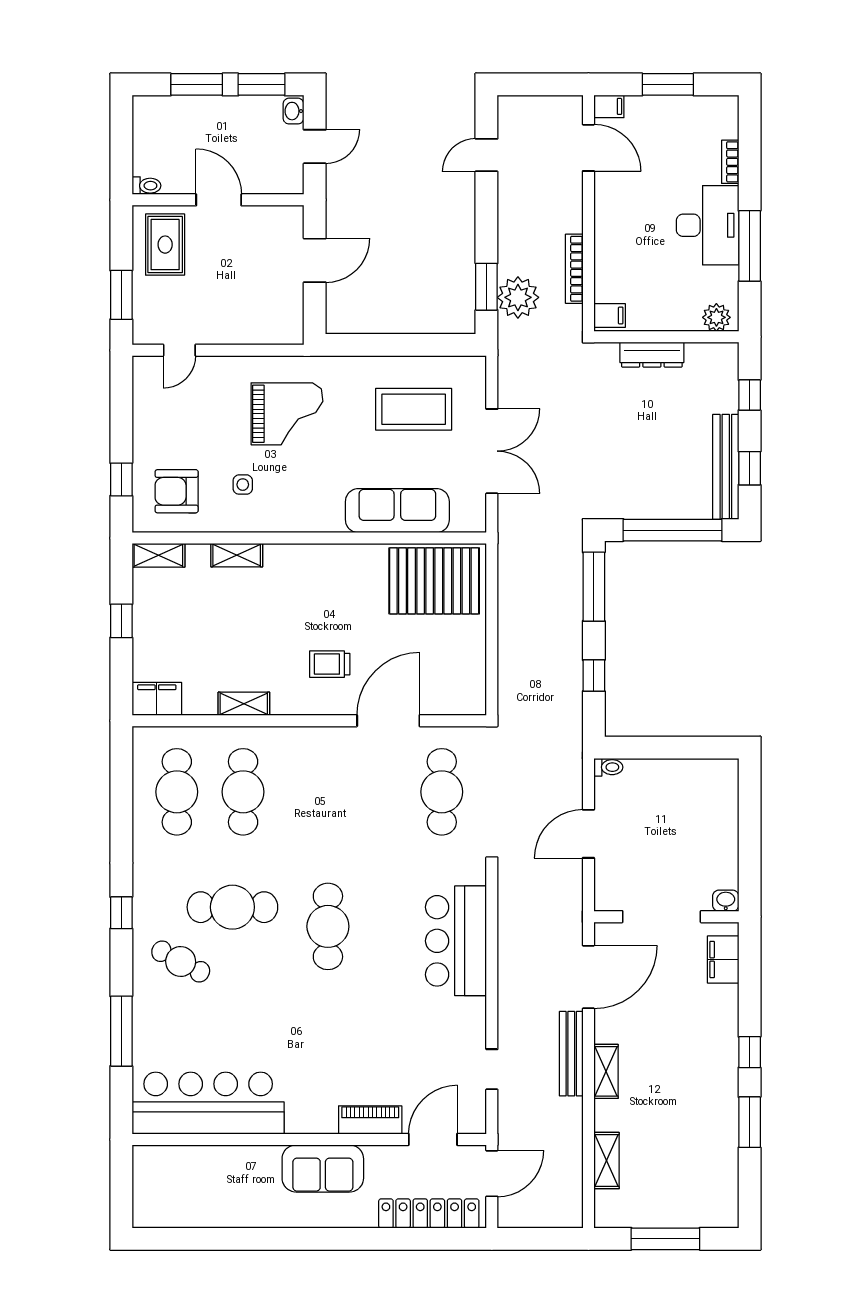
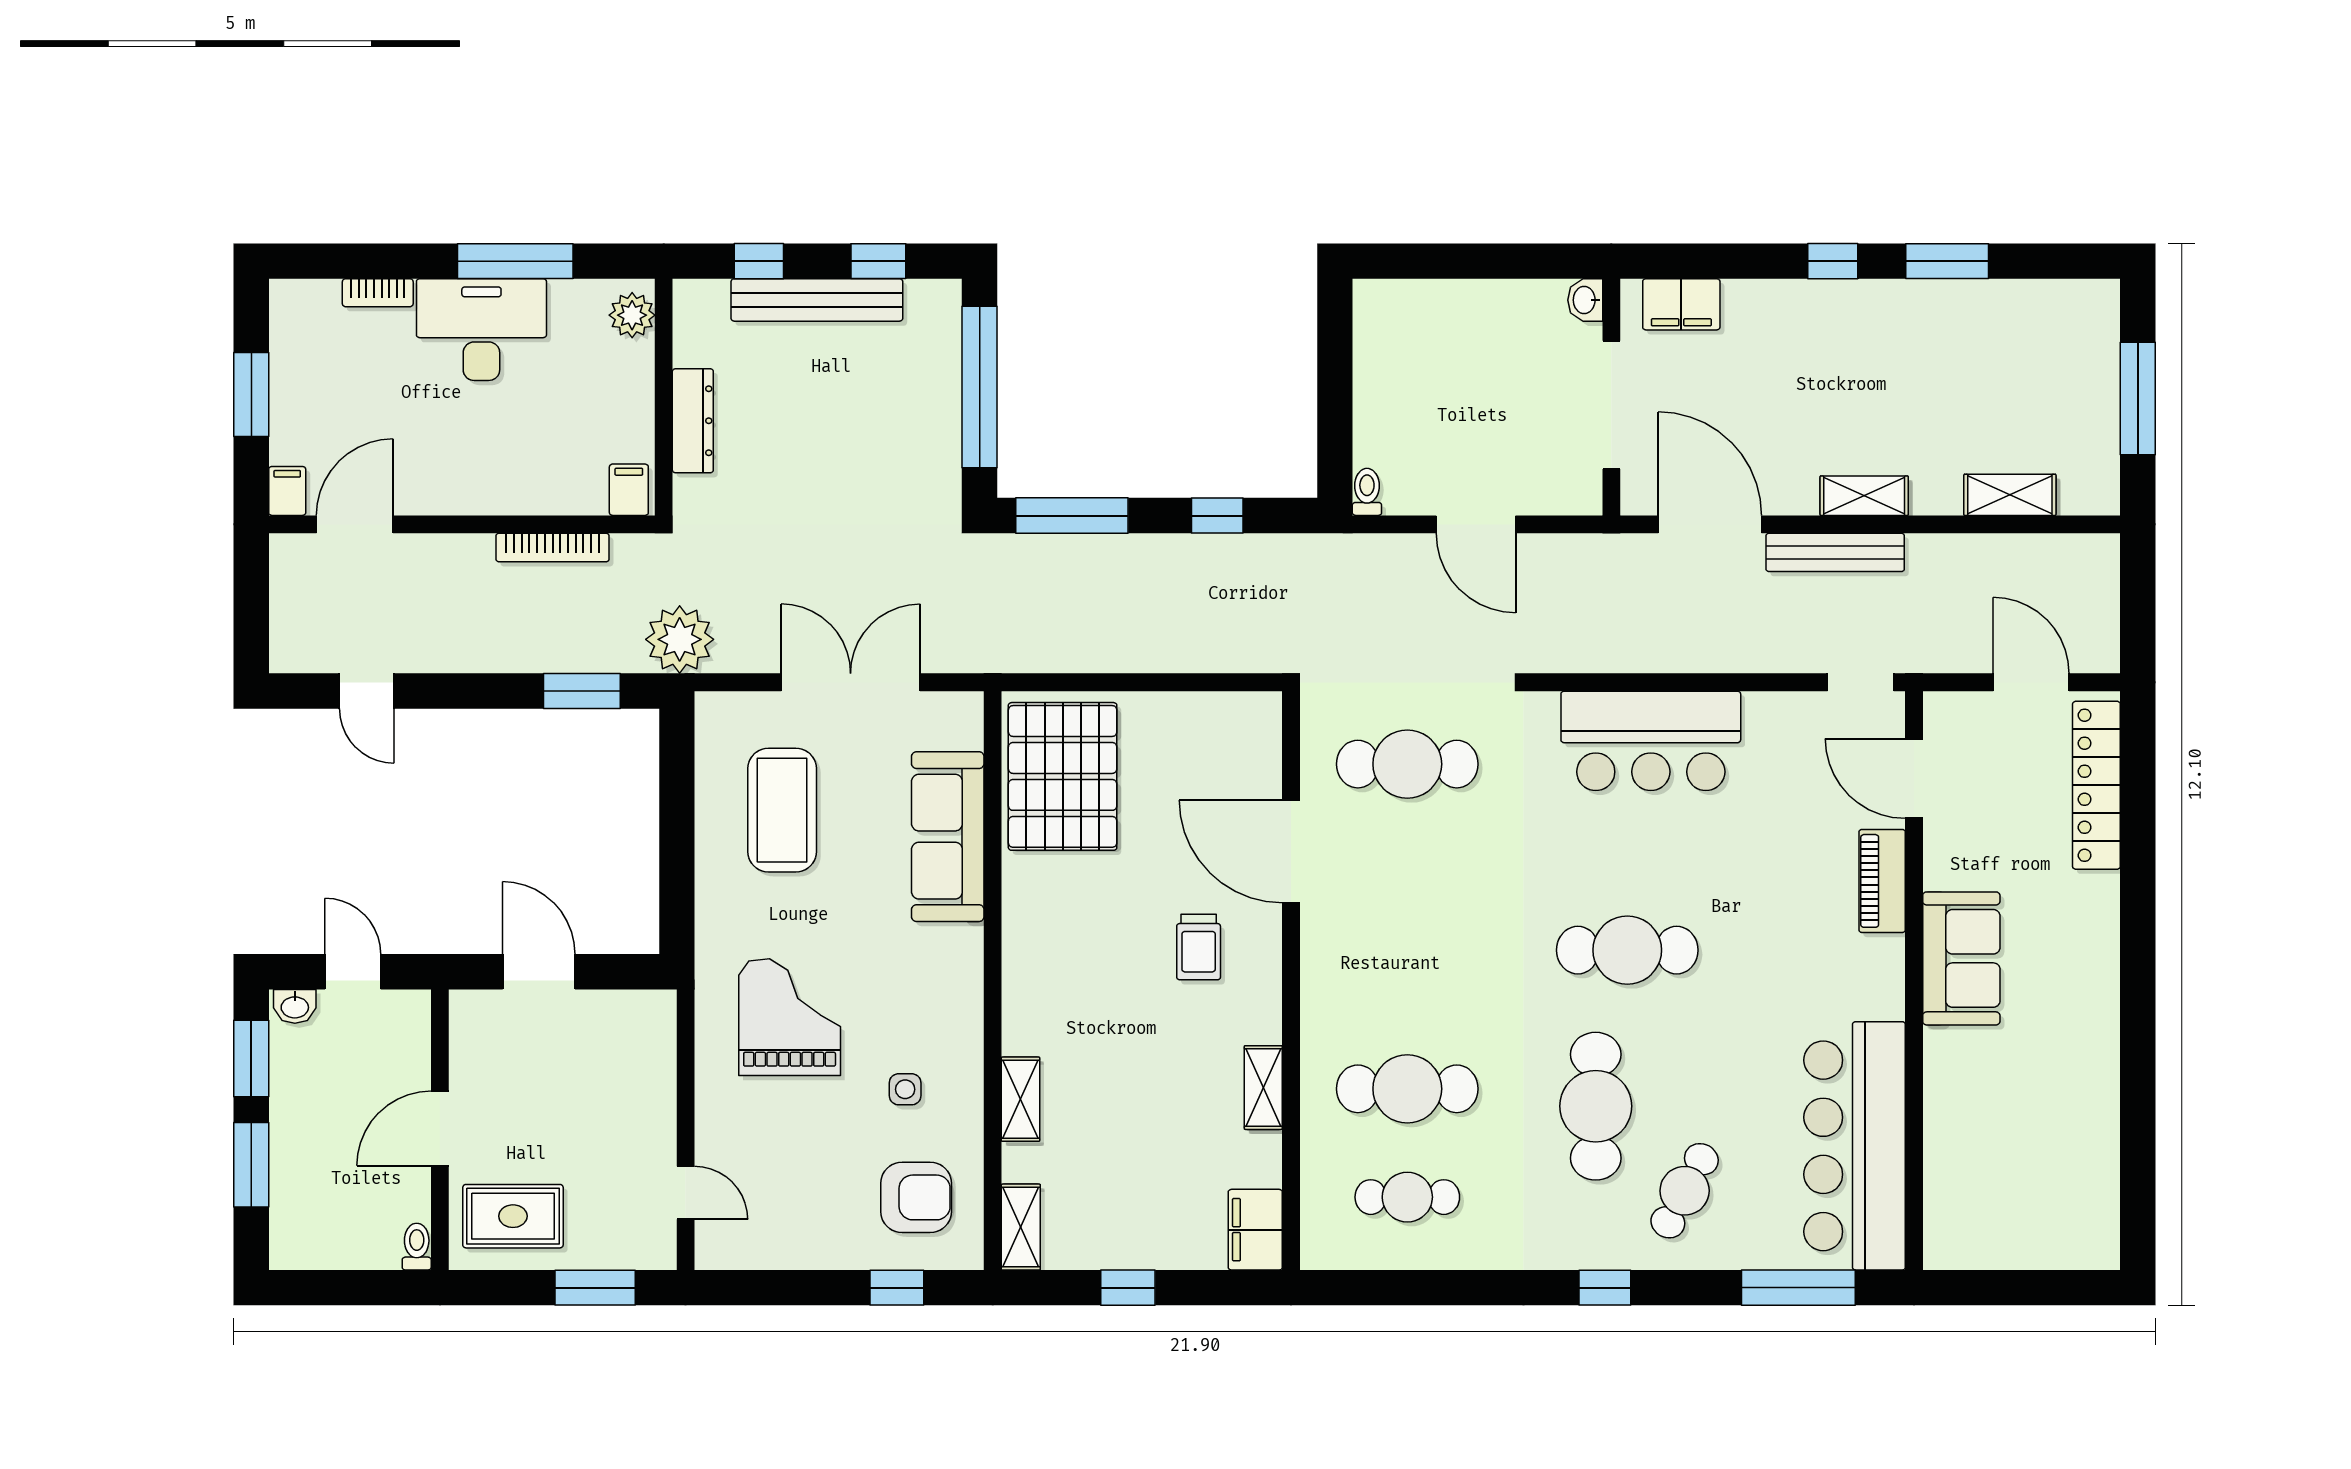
plant: (518, 297) -> (680, 639), moved
bench: (726, 467) -> (817, 300), moved
armchair: (177, 491) -> (916, 1197), turned -90
cafe table: (177, 792) -> (1407, 1197), width x0.73, depth x0.74
bar counter: (208, 1103) -> (1855, 1146), moved
piano: (370, 1120) -> (1882, 881), moved
wall: (309, 1139) -> (1914, 981), moved
door: (433, 1139) -> (1914, 779), moved
sofa: (323, 1168) -> (1961, 958), moved

